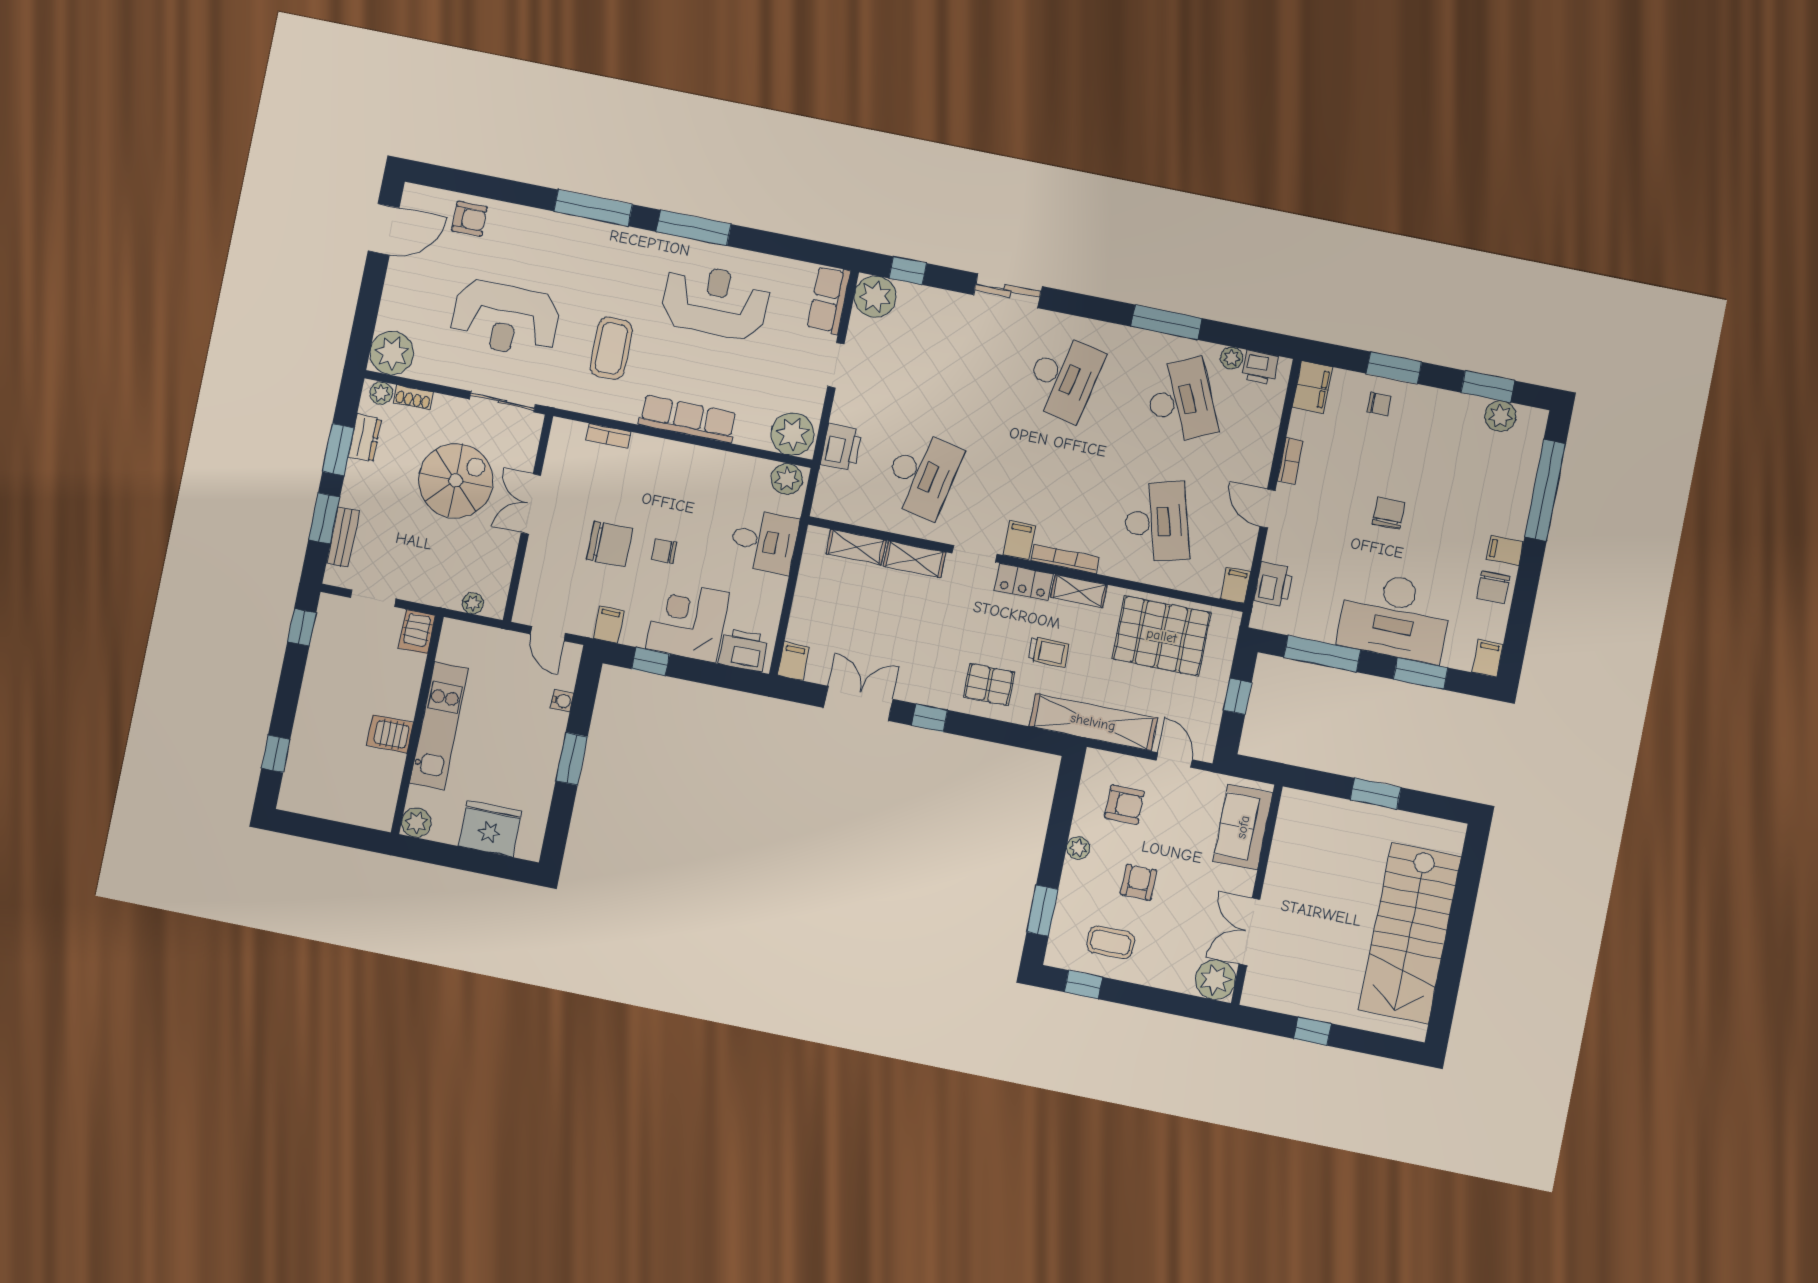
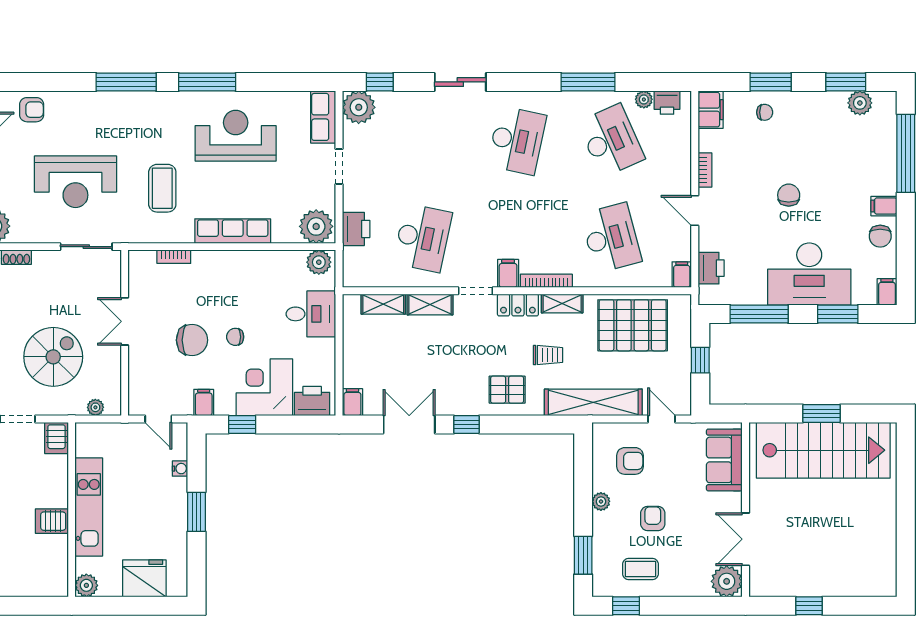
spiral stairs: (456, 481) -> (53, 357), moved
stairs: (1410, 933) -> (823, 450), moved, turned -90

